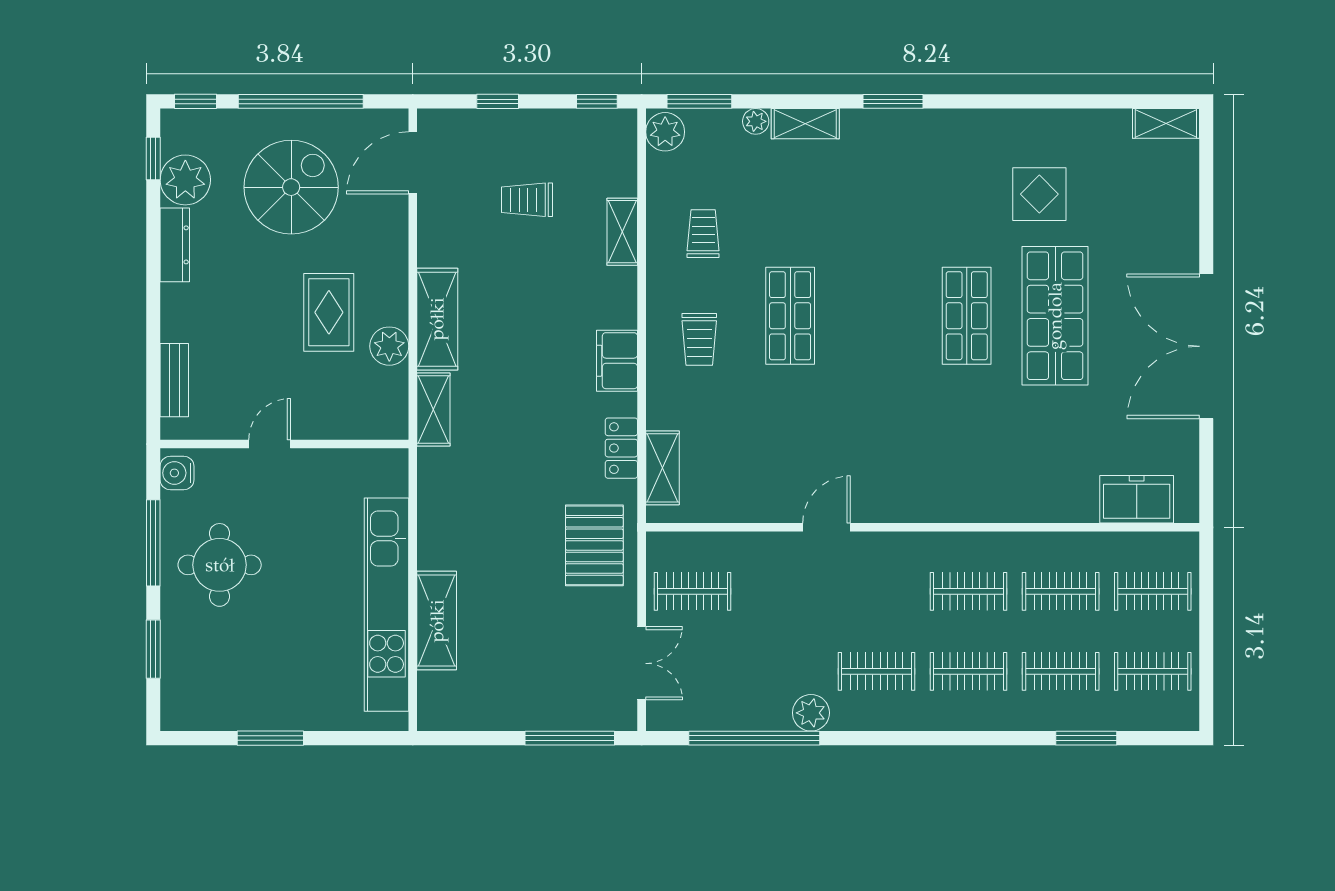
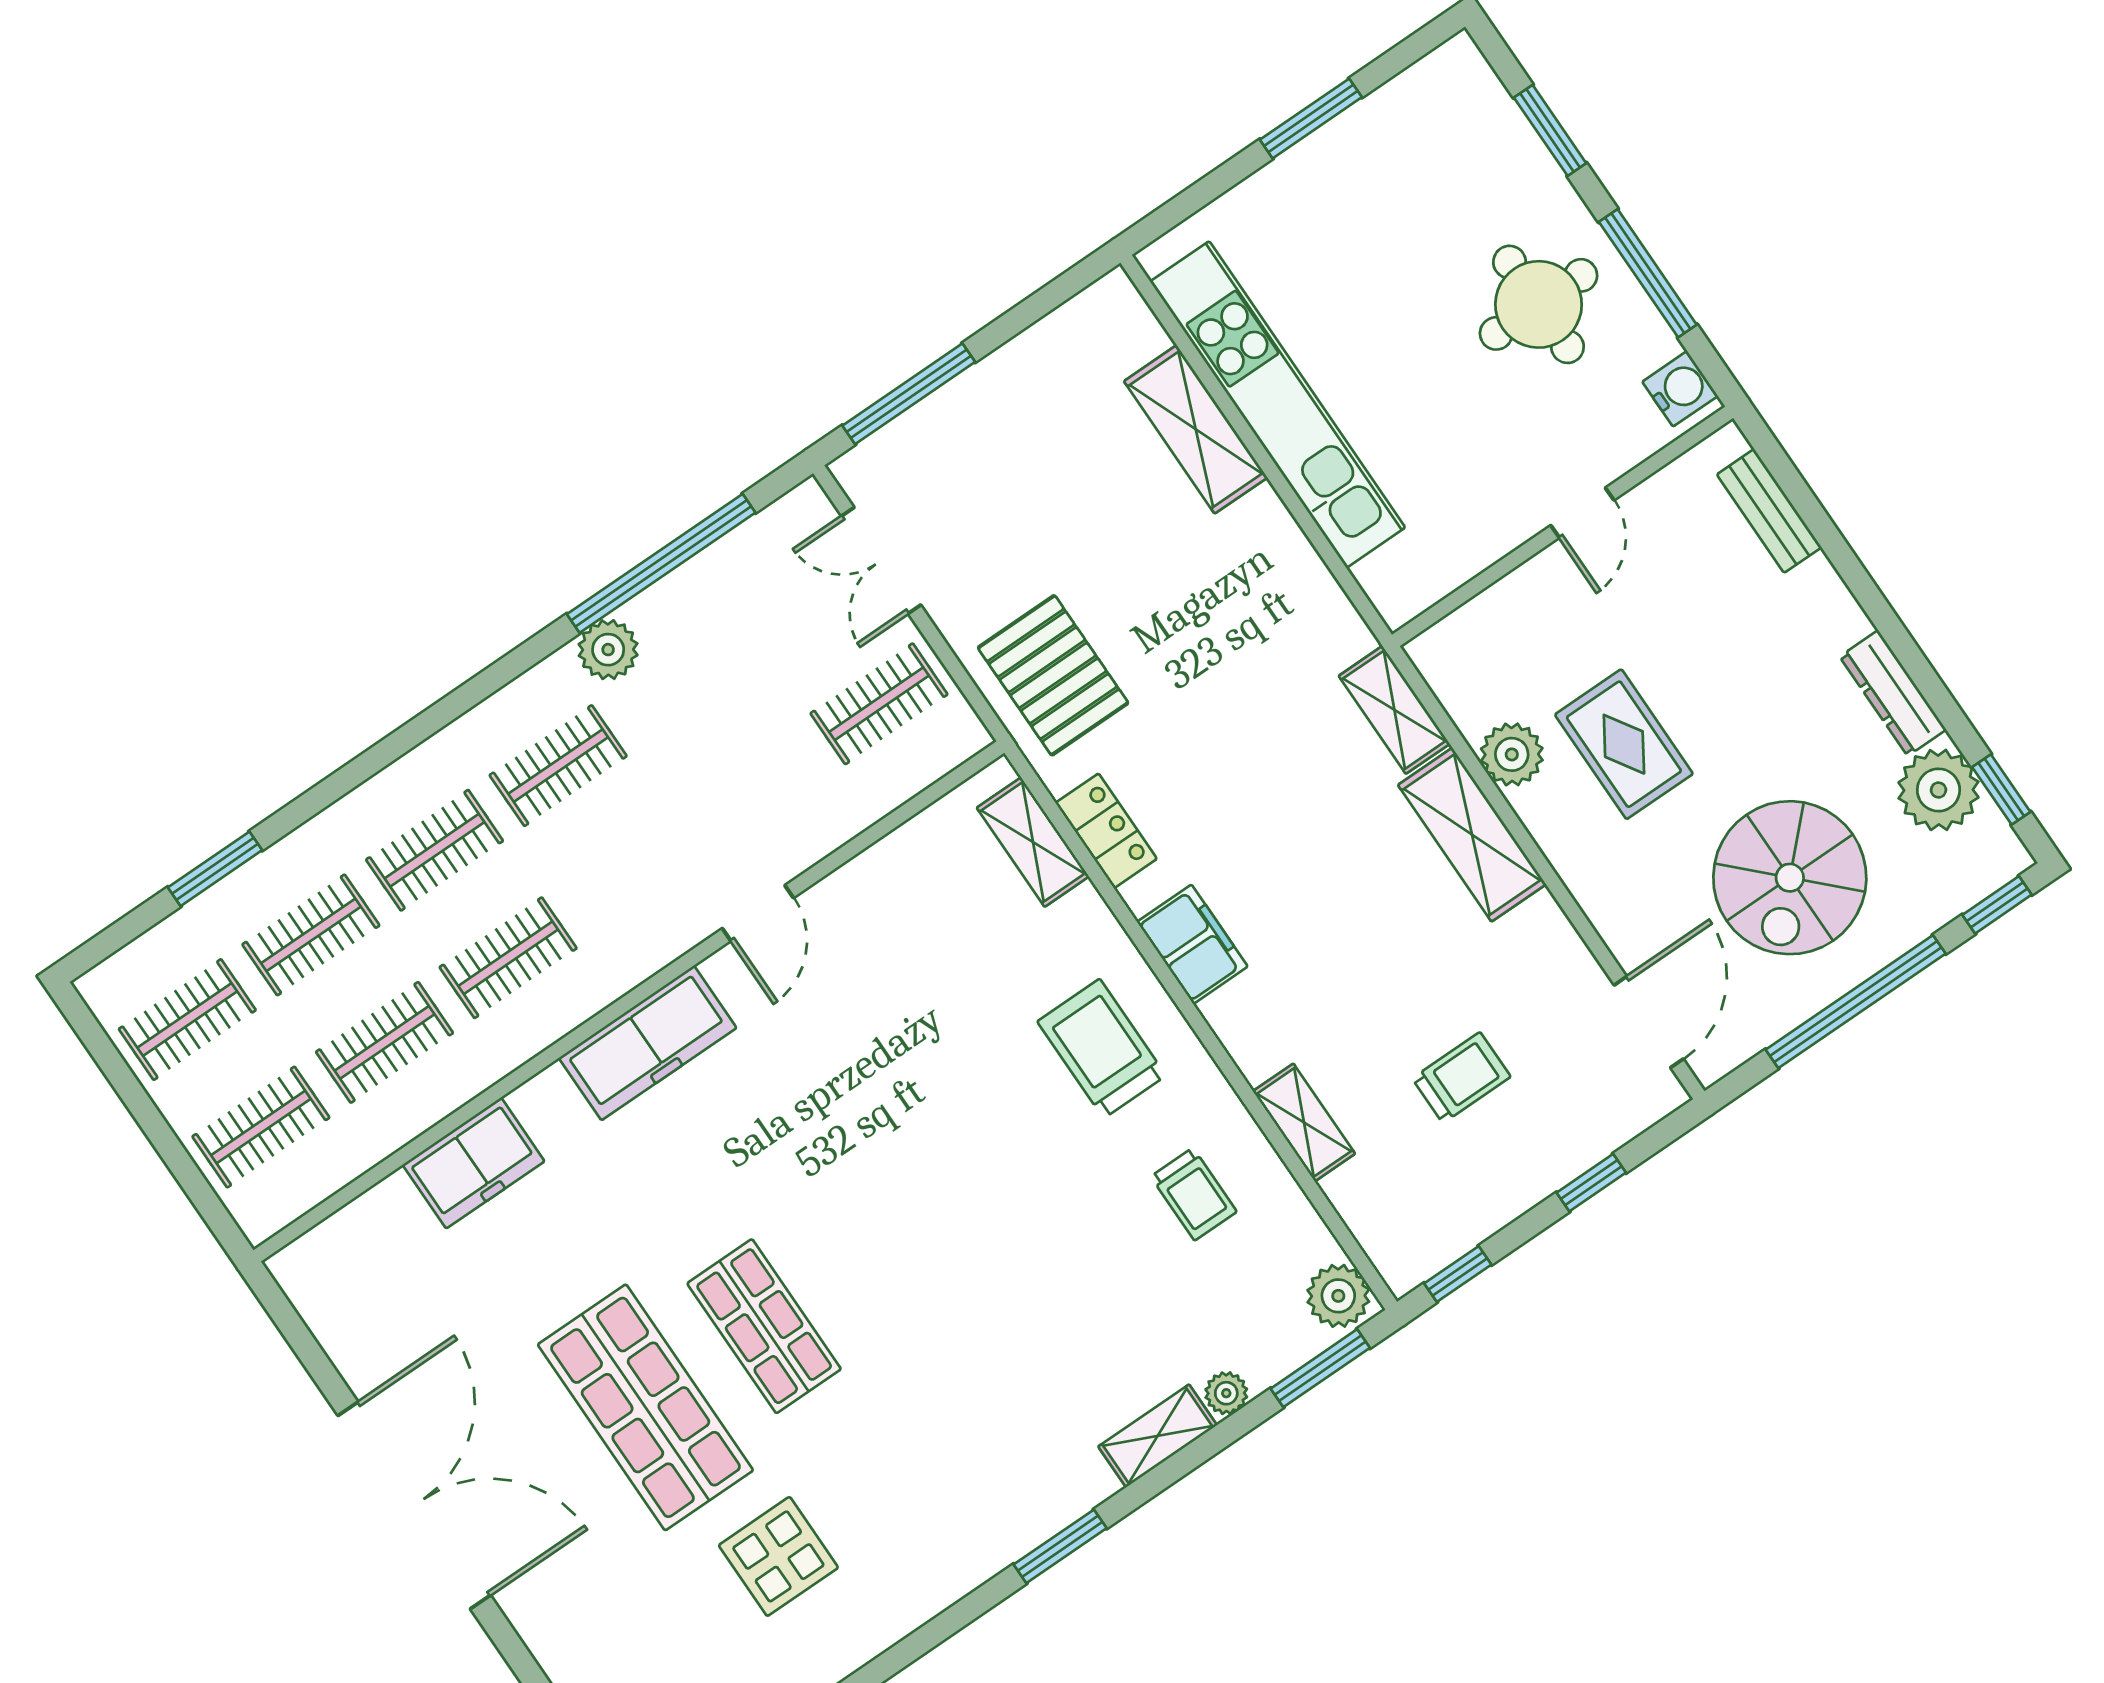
shop shelf: (790, 316) -> (1001, 1164), removed
trolley: (699, 339) -> (1102, 1048), width x1.36, depth x1.39
freezer: (1137, 499) -> (474, 1163), moved
freezer: (927, 500) -> (648, 1043), added

